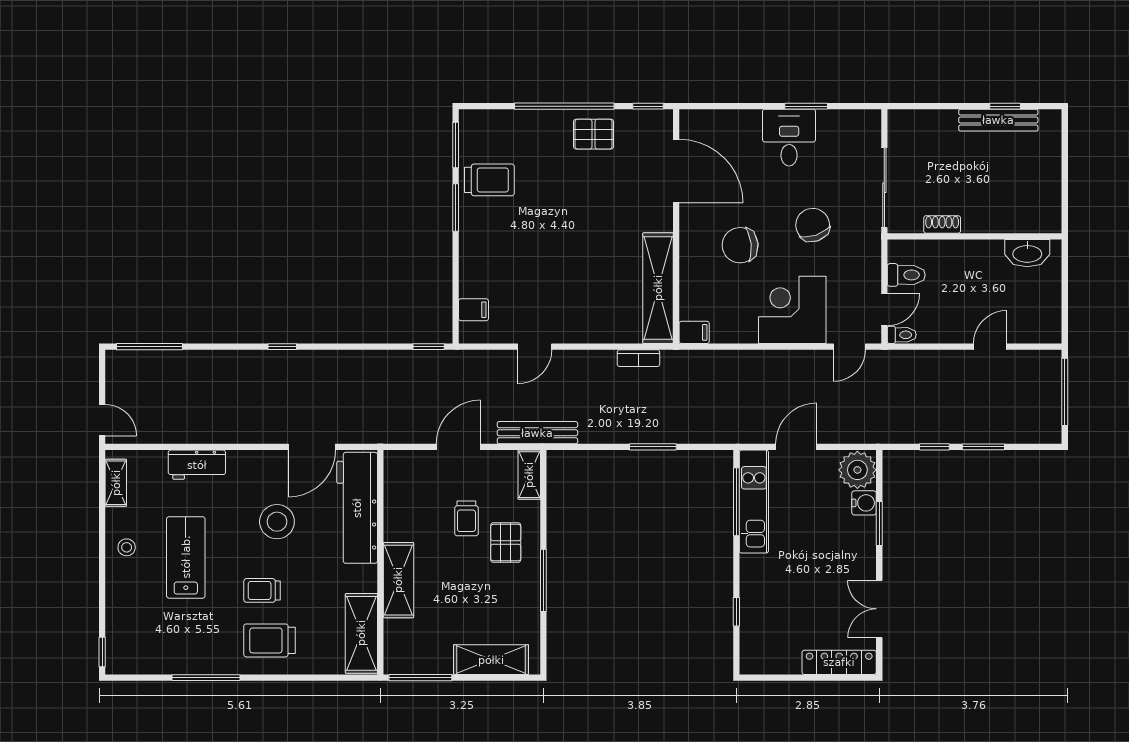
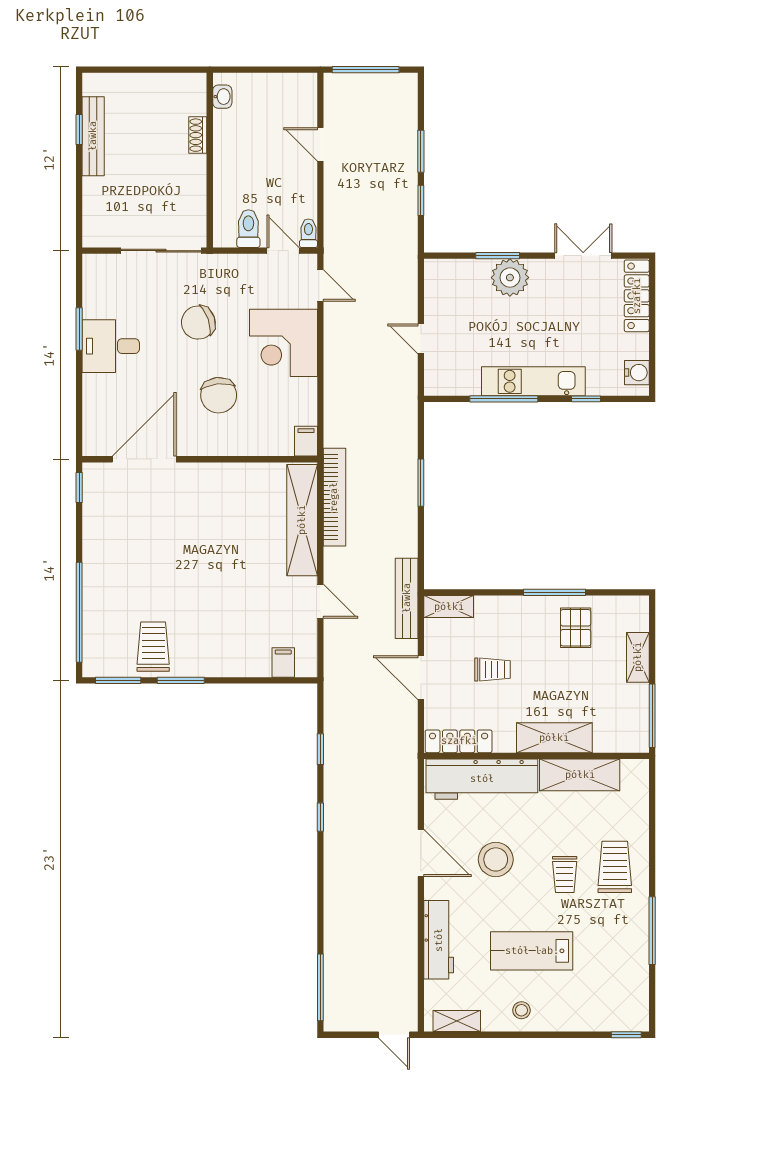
window: (564, 106) -> (79, 612), moved
pallet: (594, 134) -> (107, 542), removed
shoe rack: (942, 224) -> (198, 135), moved
washbasin: (1027, 253) -> (222, 97), width x0.52, depth x0.69
shelving: (658, 288) -> (302, 520), moved, turned 90
window: (282, 347) -> (320, 817), moved
window: (429, 347) -> (320, 749), moved
bookcase: (638, 358) -> (334, 497), width x2.31, depth x1.31
door: (102, 420) -> (394, 1035), swing flipped
door: (312, 447) -> (421, 853), moved
door: (796, 447) -> (421, 339), width x0.73
workbench: (197, 465) -> (439, 940), width x1.38
plant: (857, 470) -> (510, 278), moved
locker: (395, 485) -> (459, 741), added
window: (736, 502) -> (504, 399), moved
kitchen unit: (754, 502) -> (533, 381), moved
water cooler: (864, 503) -> (637, 373), moved, turned 90
pallet: (506, 543) -> (576, 628), moved, turned 90
double door: (879, 609) -> (583, 256), swing flipped
shelving: (361, 633) -> (580, 775), moved
trolley: (269, 640) -> (615, 867), turned 180
shelving: (491, 660) -> (638, 657), width x0.67, depth x0.75

